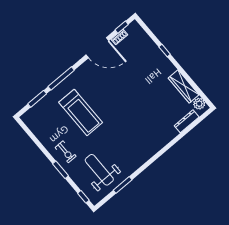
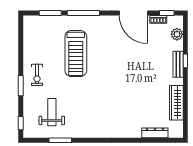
bench: (161, 57) -> (178, 64), added
plant: (199, 104) -> (177, 34), moved
weight bench: (99, 170) -> (52, 112), width x0.73, depth x0.75

